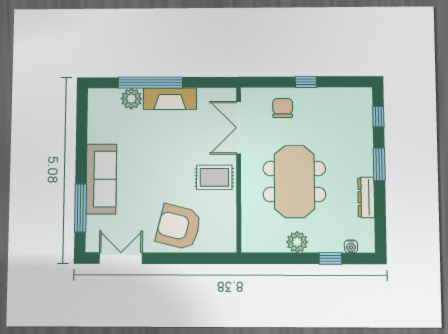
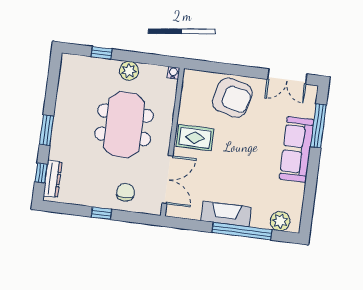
plant: (131, 99) -> (280, 221), moved
chair: (283, 108) -> (126, 192), turned 180
dresser: (366, 197) -> (53, 179), moved
water cooler: (351, 246) -> (173, 73), moved

